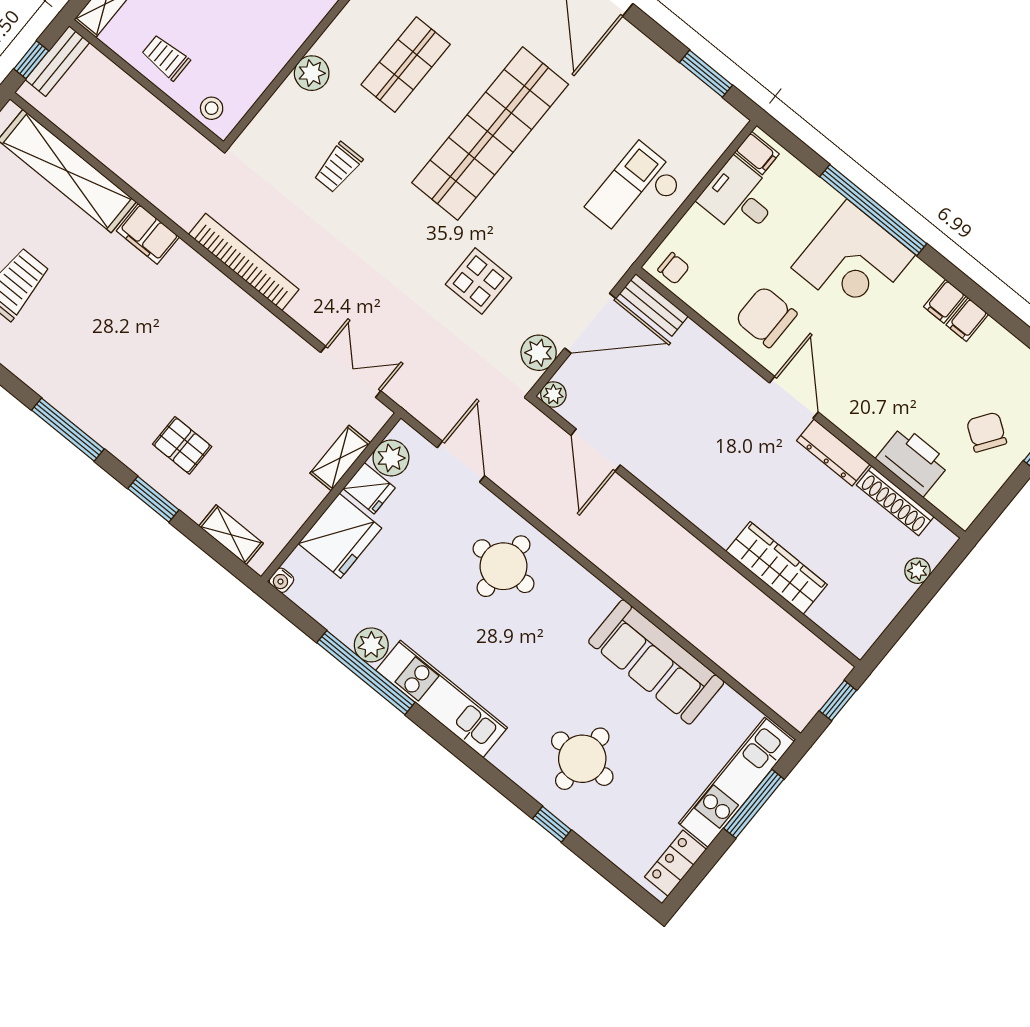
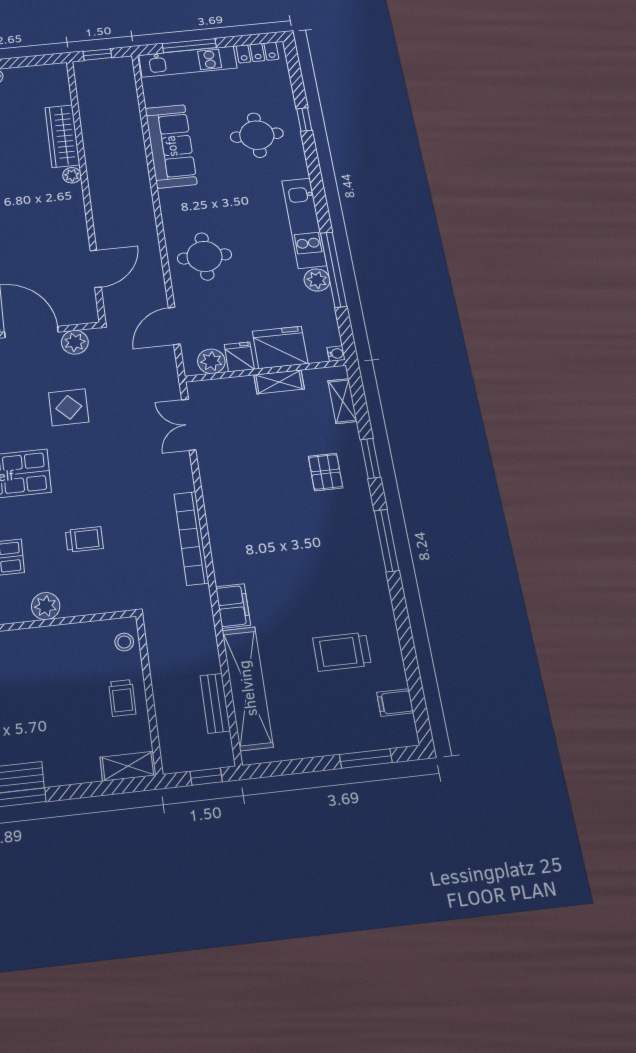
bench: (57, 61) -> (215, 703), moved, turned 90
plant: (553, 394) -> (72, 175), moved
shelving: (340, 458) -> (279, 382), moved

